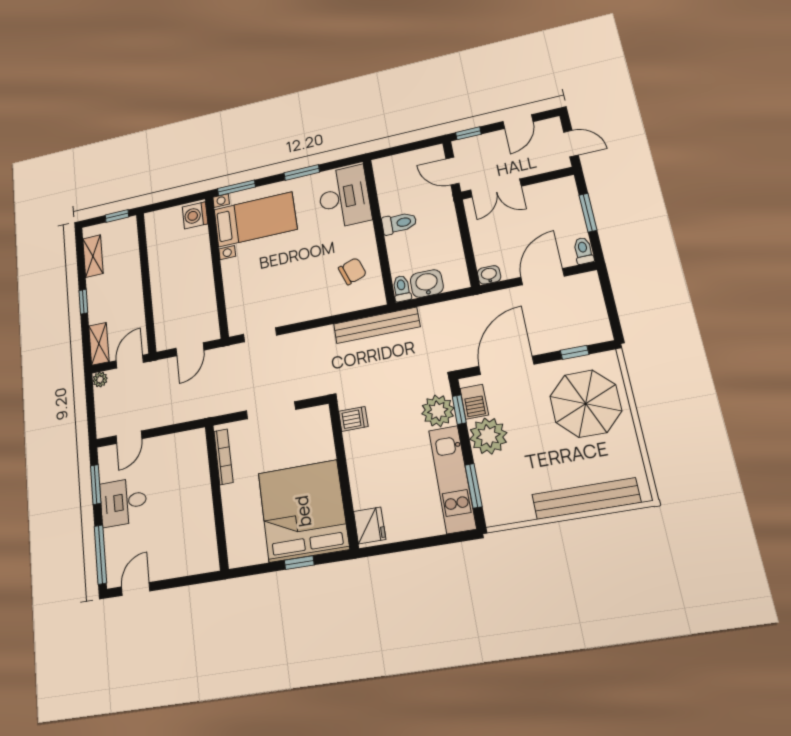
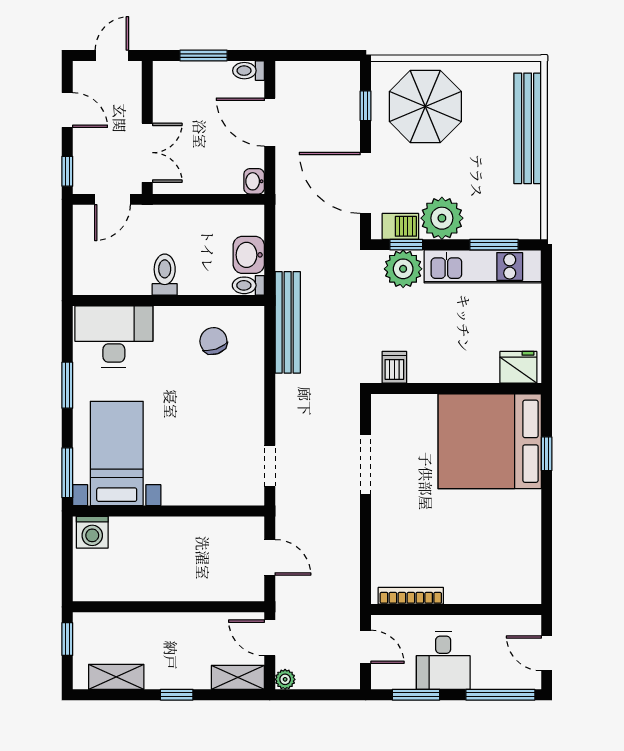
bookcase: (223, 457) -> (411, 596), moved
wall: (217, 496) -> (456, 609), moved

